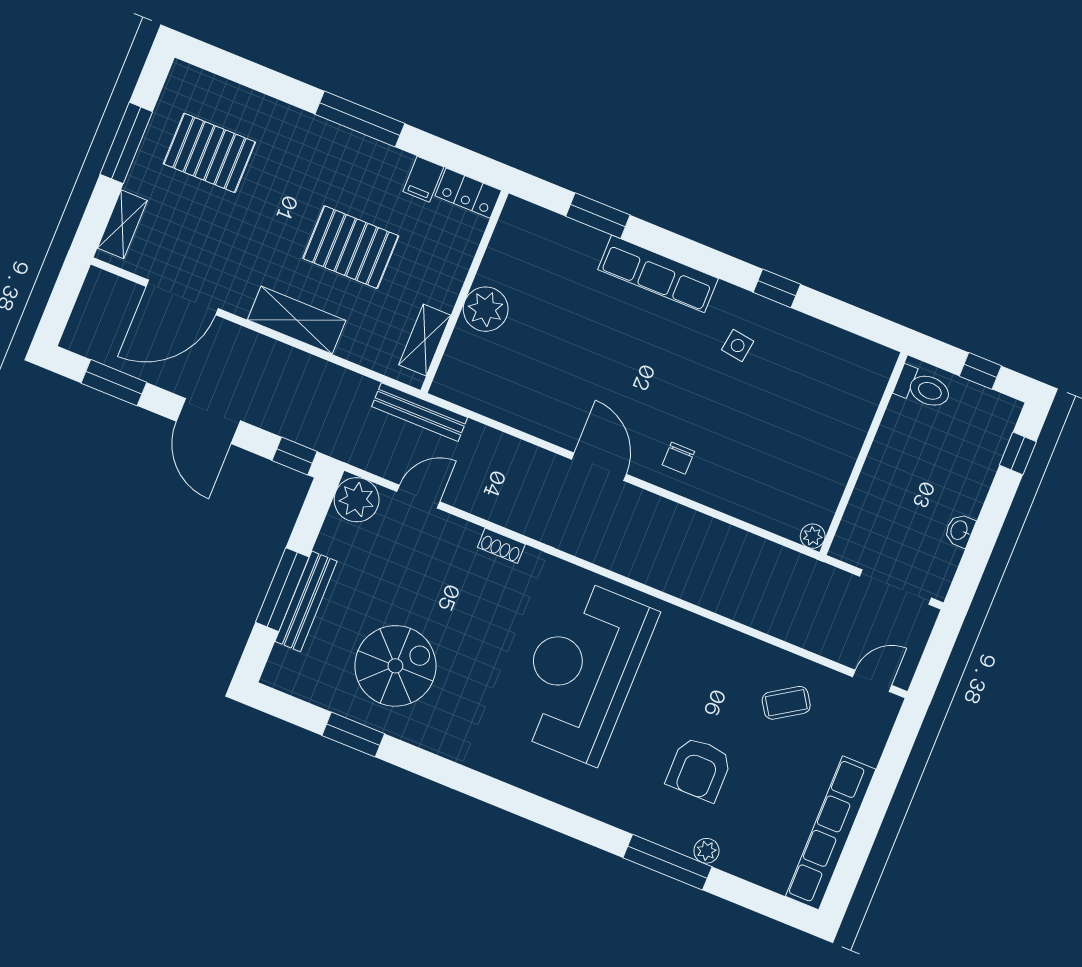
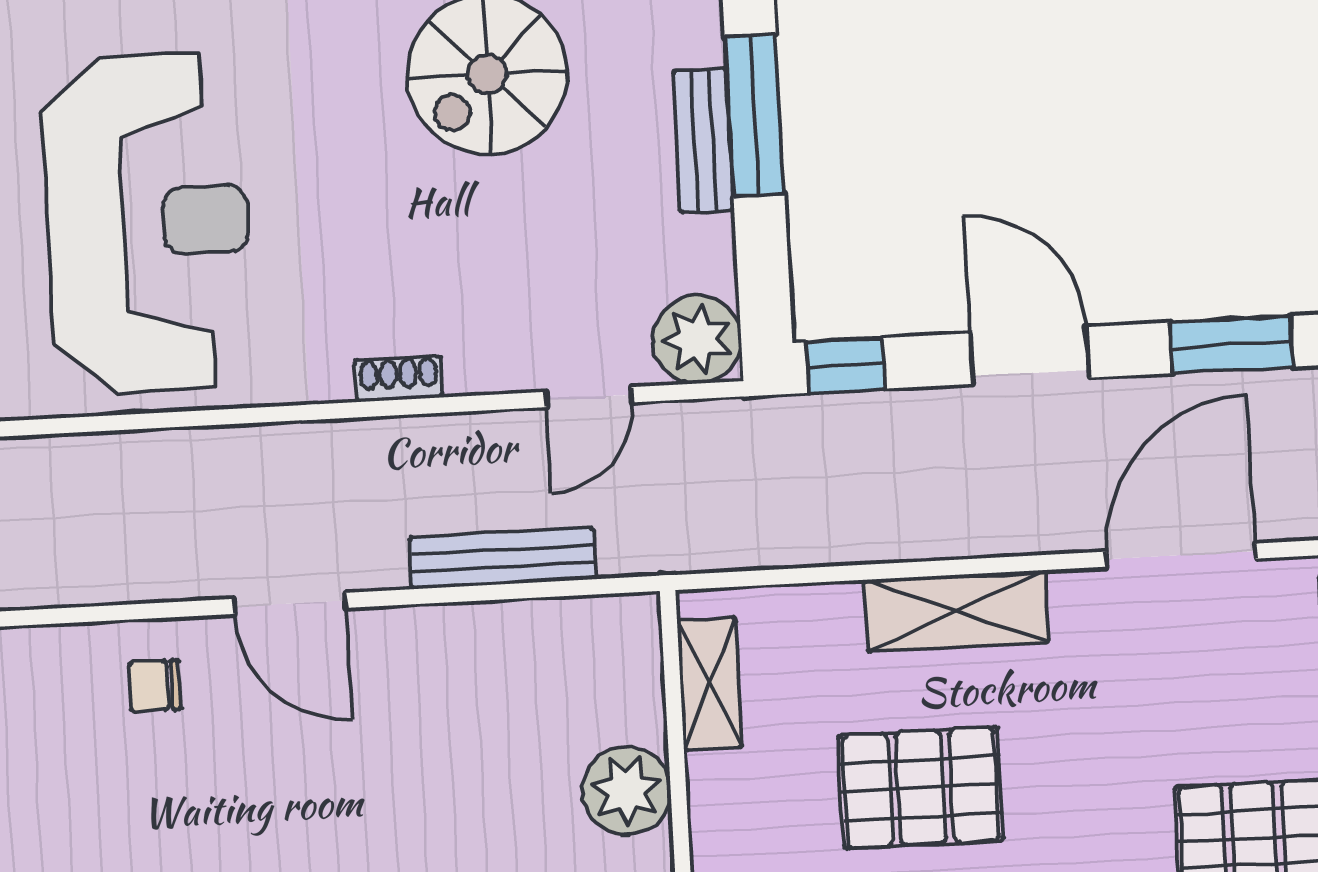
bench: (420, 412) -> (503, 558), moved
chair: (678, 458) -> (155, 686), turned -90
bench: (306, 601) -> (703, 140), width x0.73

